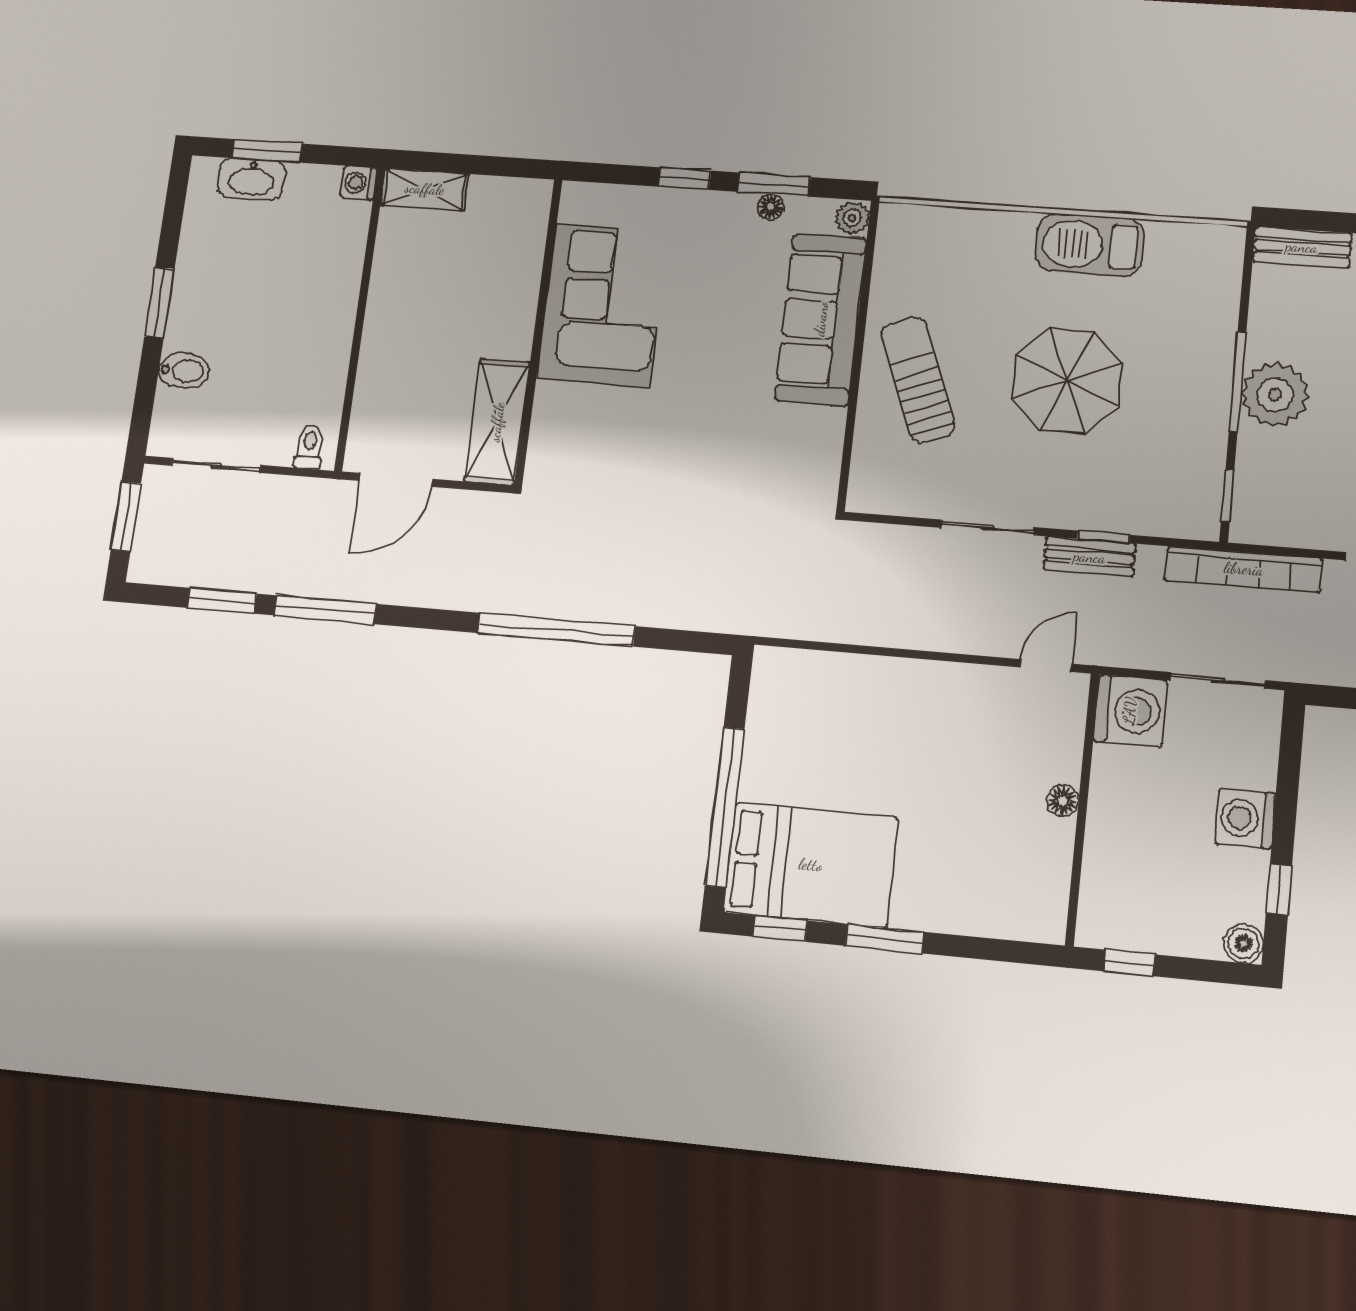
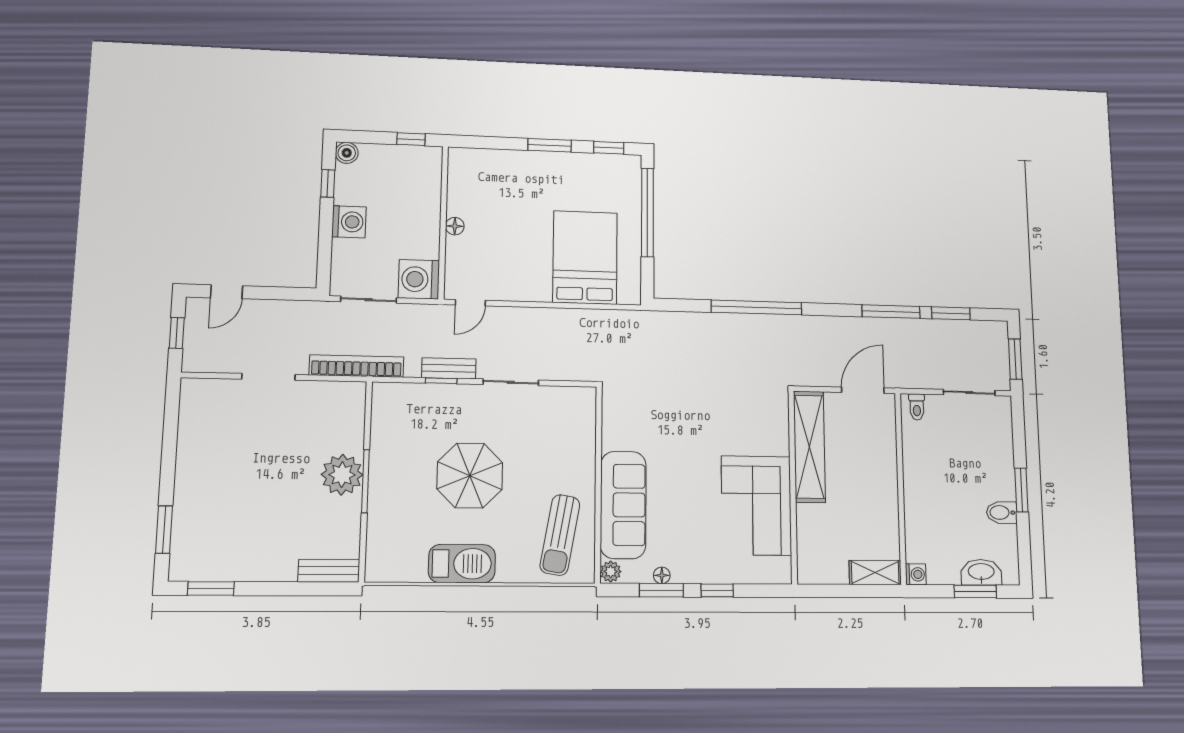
bidet: (184, 371) -> (1002, 512), moved
sun lounger: (918, 380) -> (560, 535), moved, turned 32
shelving: (497, 422) -> (809, 447), width x1.47
window: (1228, 496) -> (368, 410), removed
bed: (811, 865) -> (585, 257), moved, turned 90

